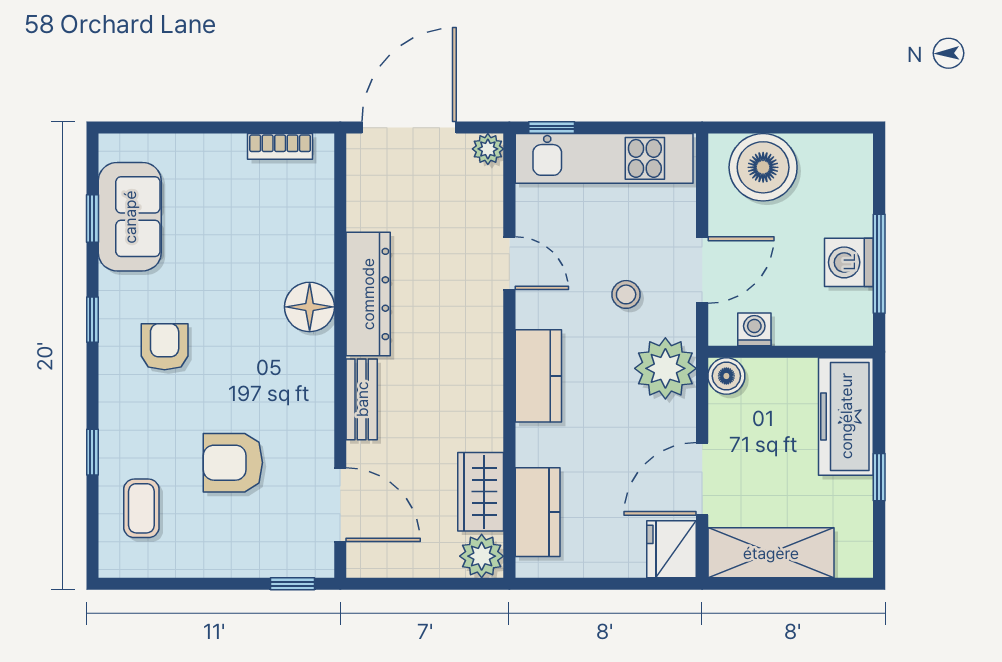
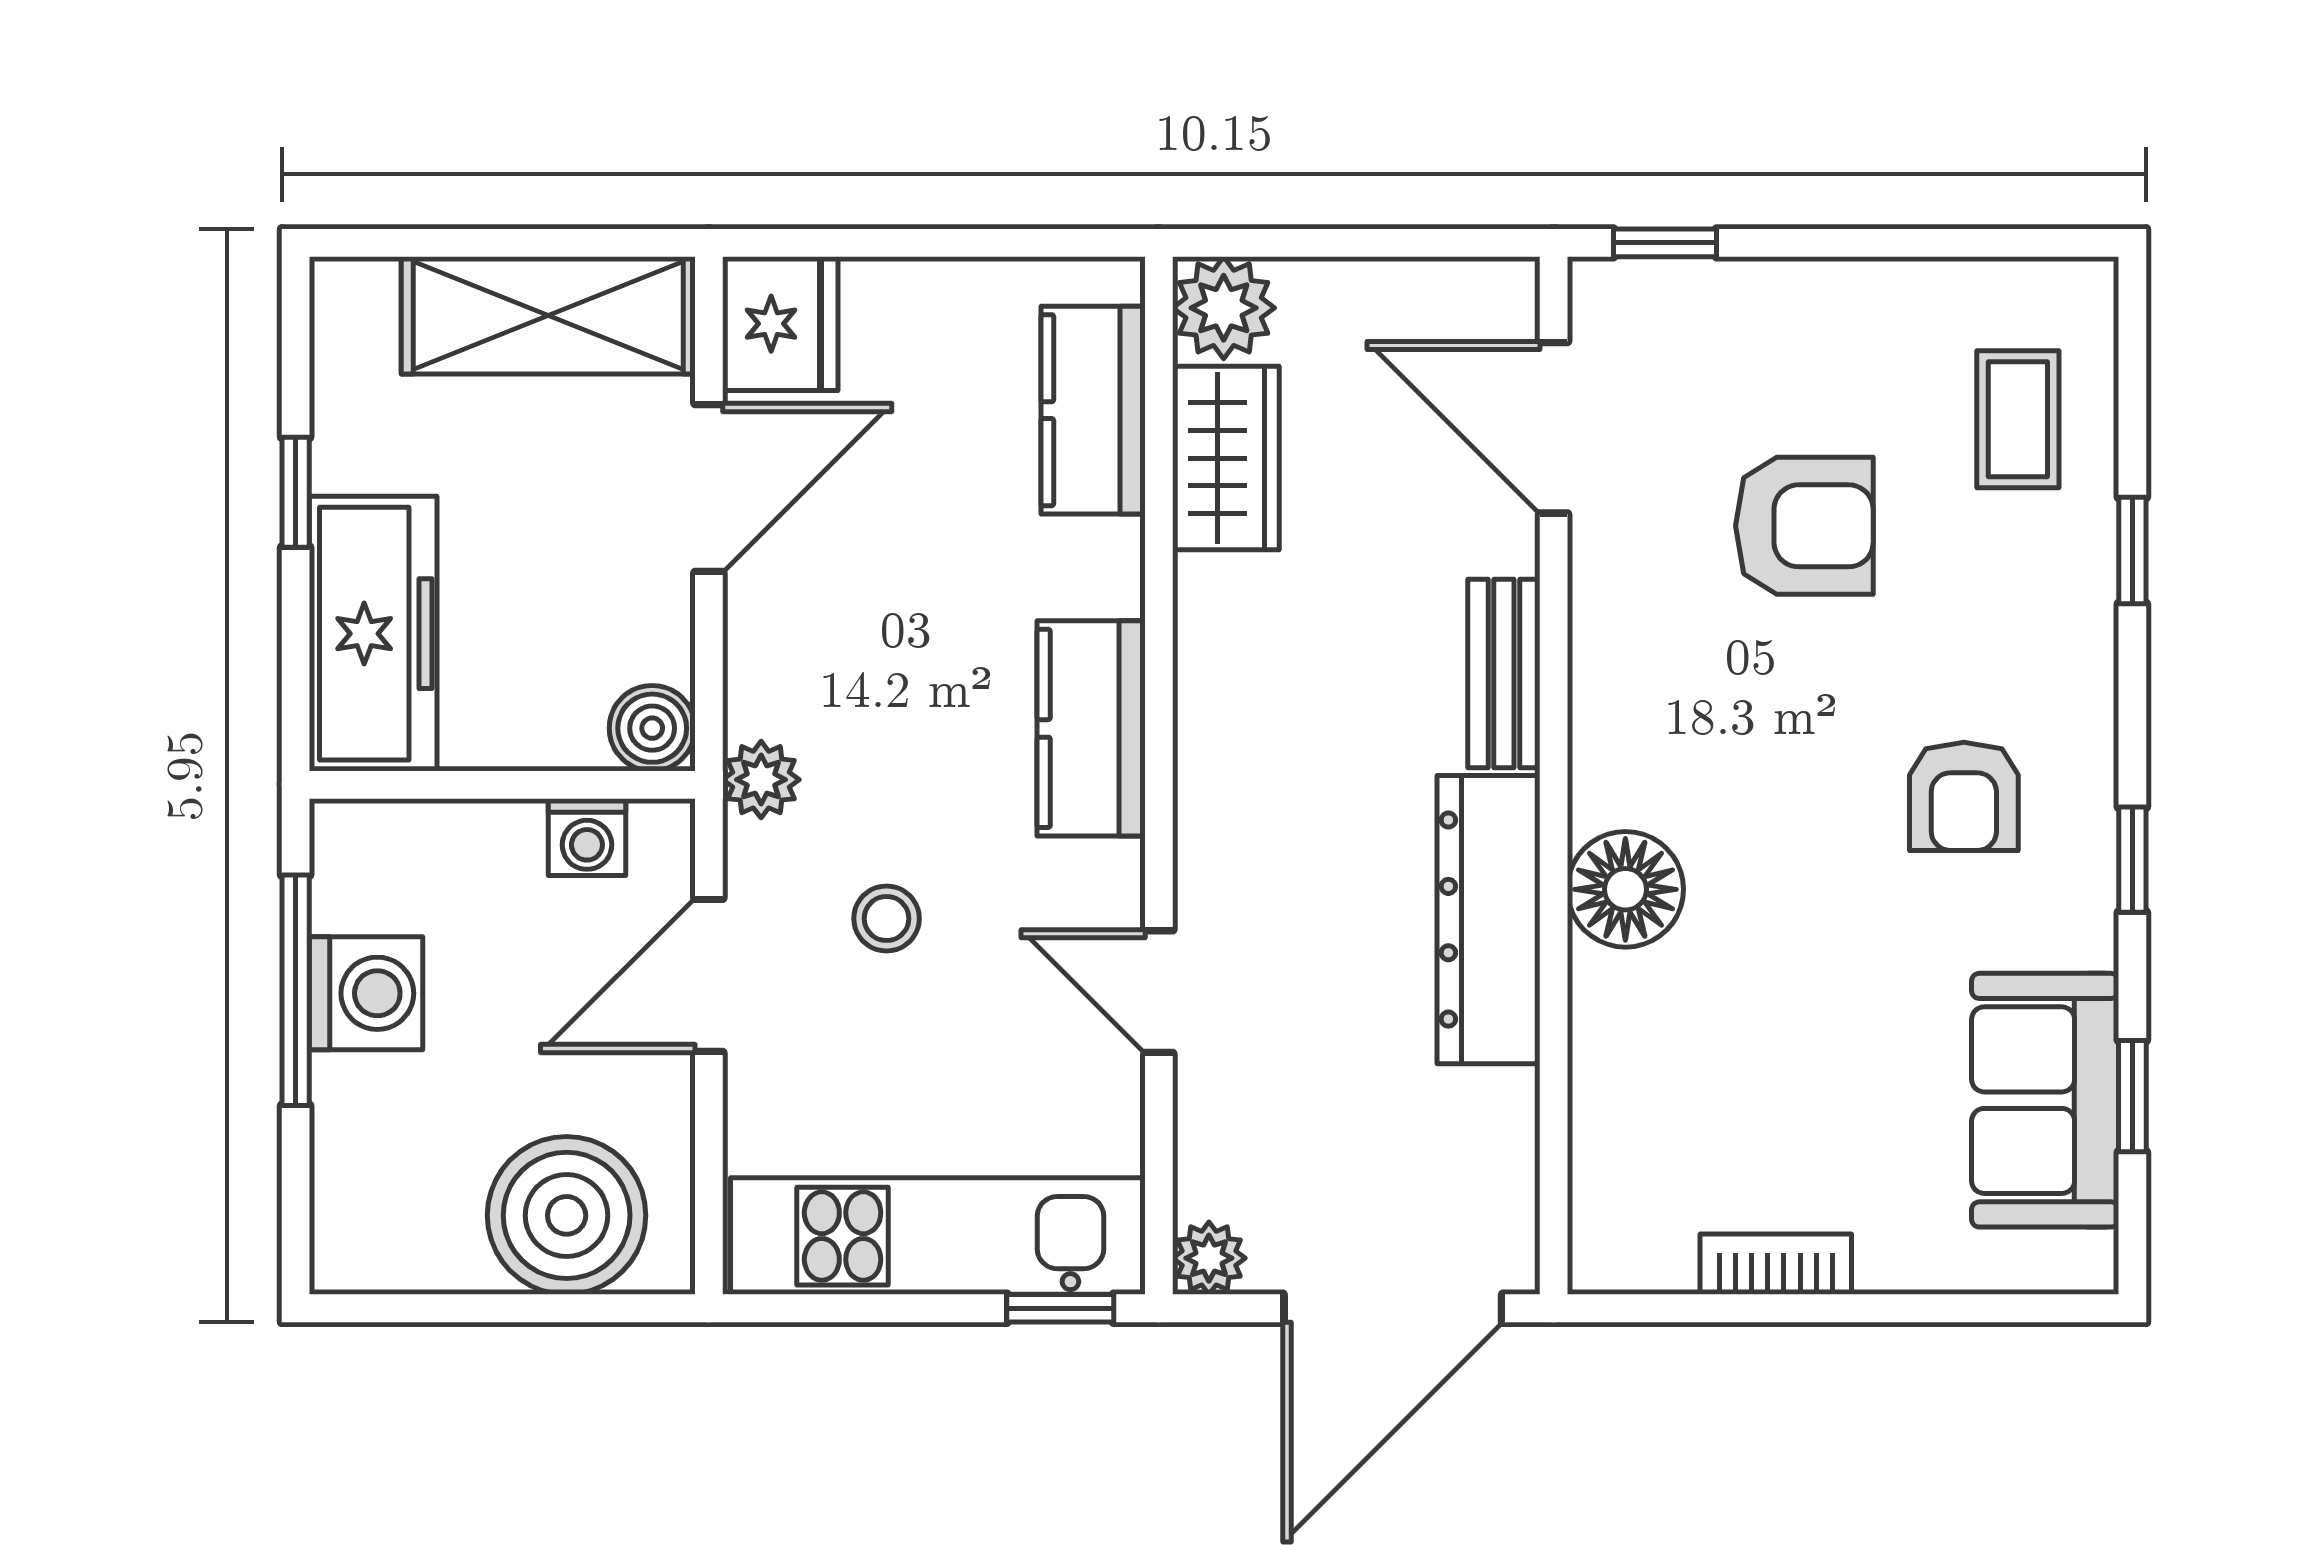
bookcase: (280, 146) -> (1776, 1264), moved
plant: (665, 368) -> (761, 780), width x0.53, depth x0.53

